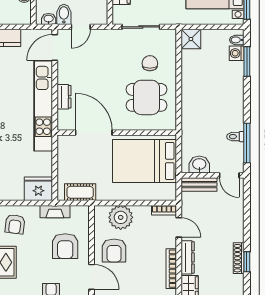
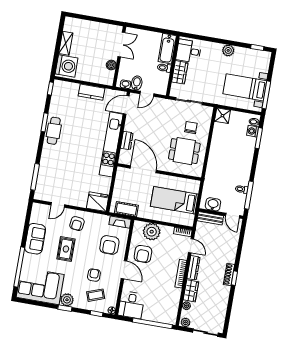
bed: (145, 161) -> (174, 200), width x0.67
fireplace: (55, 212) -> (120, 222), moved

